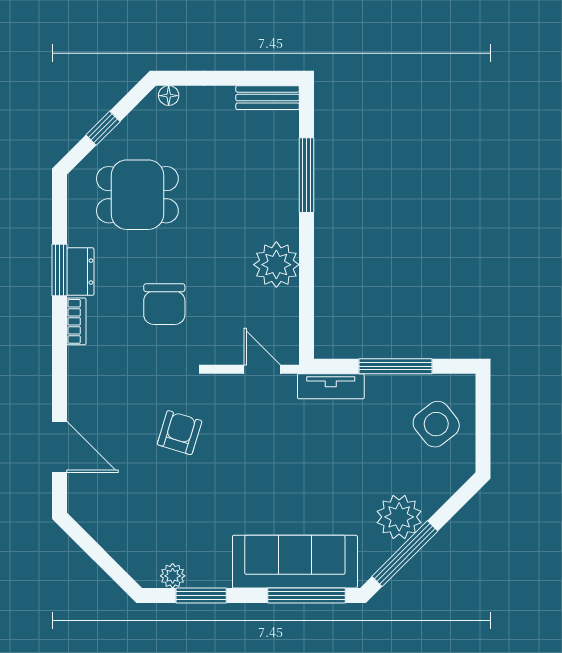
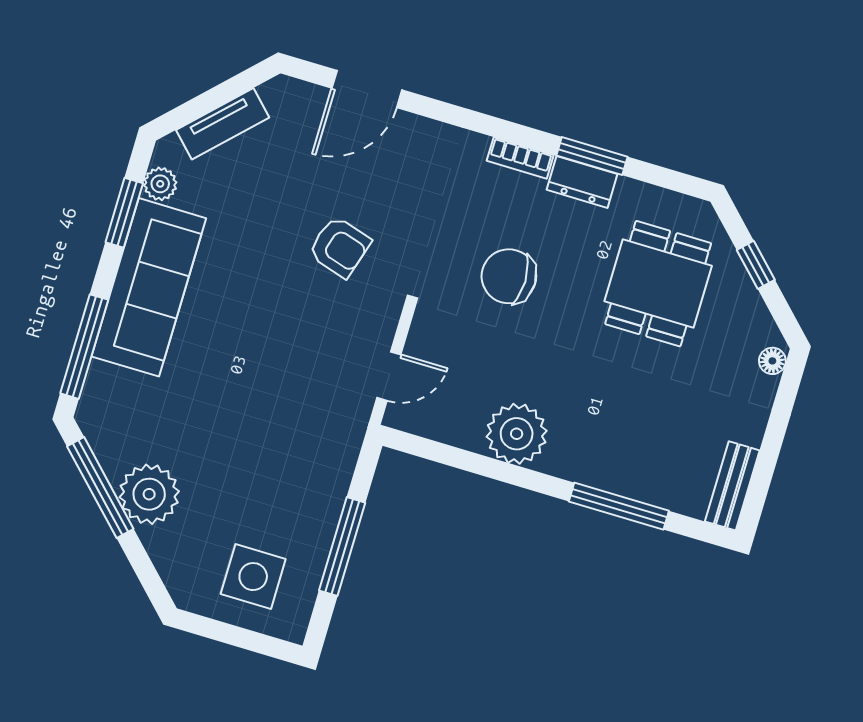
tv unit: (331, 386) -> (223, 124), moved, turned -135
side table: (436, 424) -> (253, 577), turned 38
sofa: (295, 562) -> (149, 287), moved

